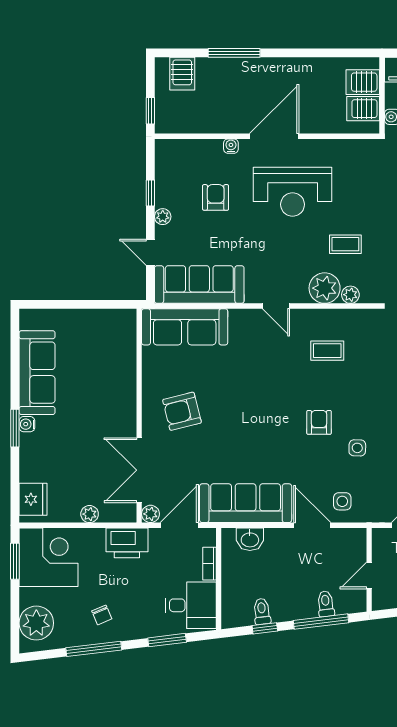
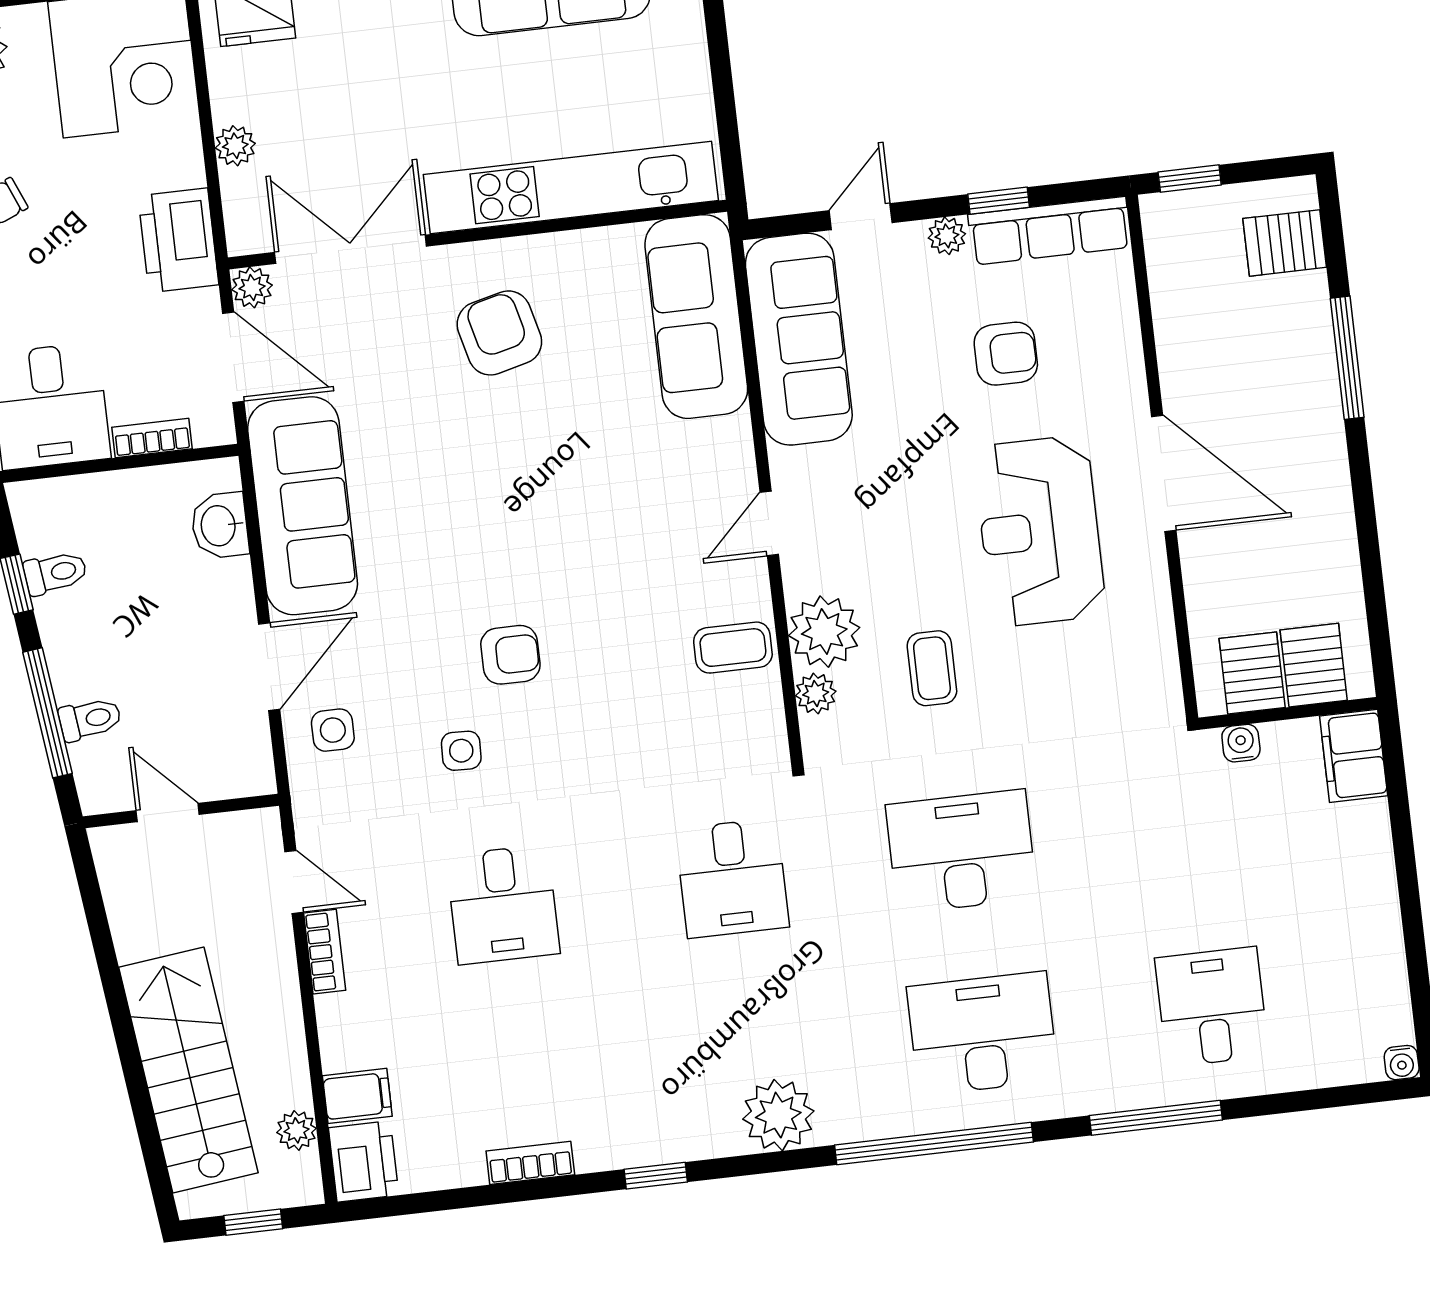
water cooler: (231, 146) -> (1129, 376), removed
row of seats: (166, 173) -> (1050, 231), added
coffee table: (327, 351) -> (733, 648), moved, turned 90
kitchen unit: (124, 374) -> (571, 187), added

